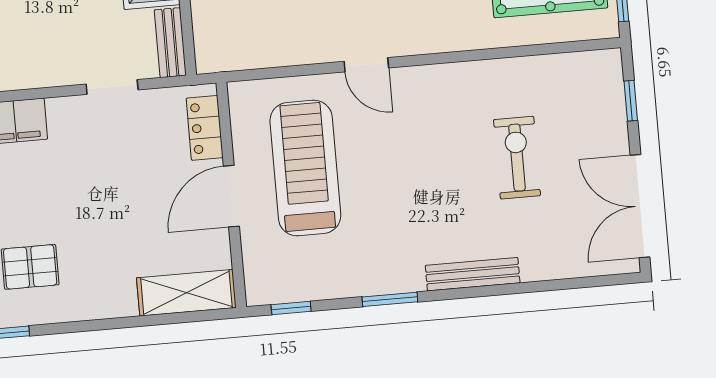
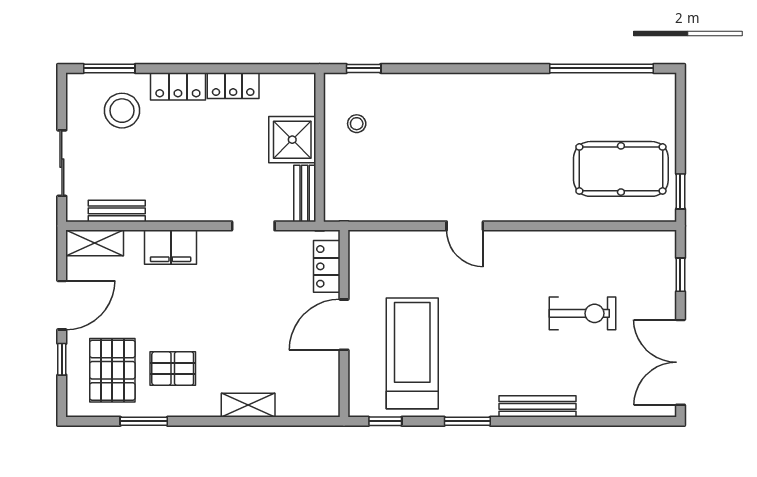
exercise bike: (517, 158) -> (583, 313), turned 90
treadmill: (305, 168) -> (412, 353), moved
shelving: (186, 293) -> (248, 405), moved, width x0.67, depth x0.75

